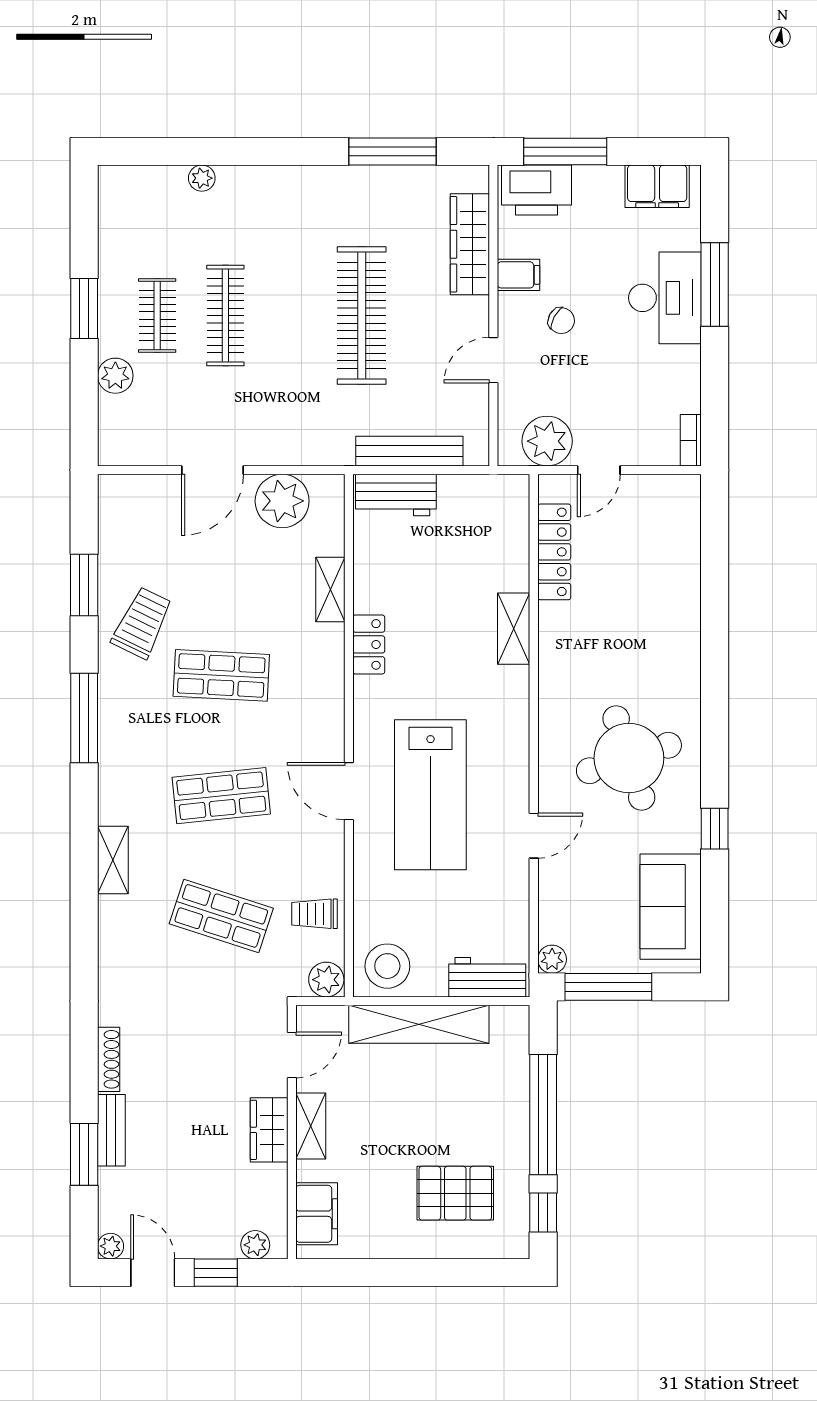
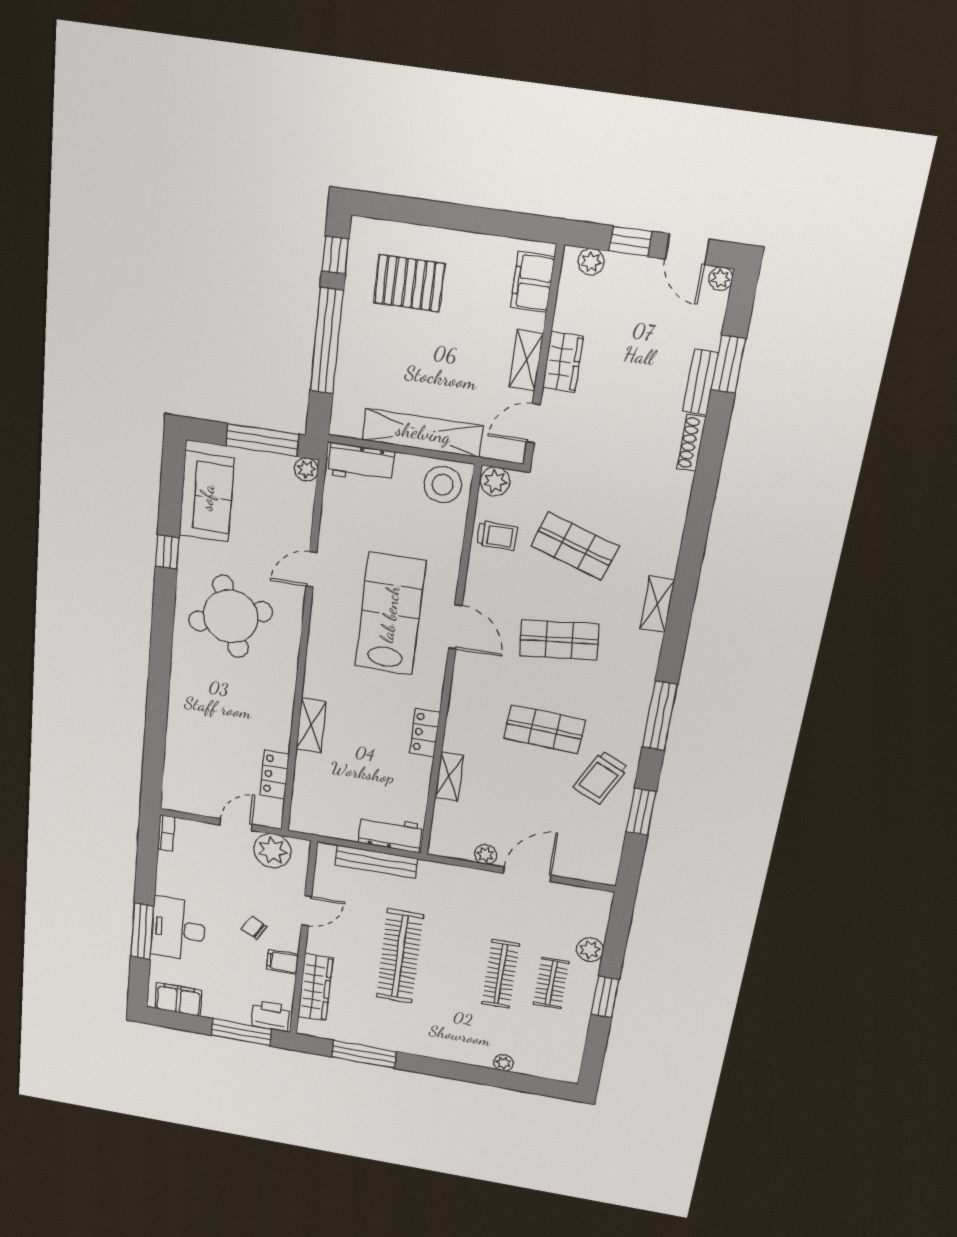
printer: (537, 190) -> (270, 1016), width x0.73, depth x0.84
plant: (282, 501) -> (486, 854), width x0.53, depth x0.53
locker: (554, 552) -> (275, 774), width x0.66

